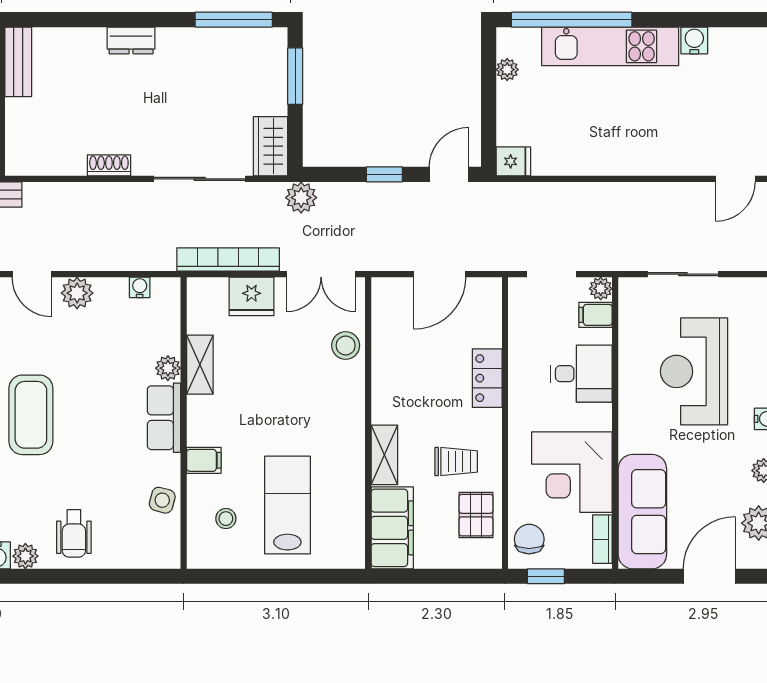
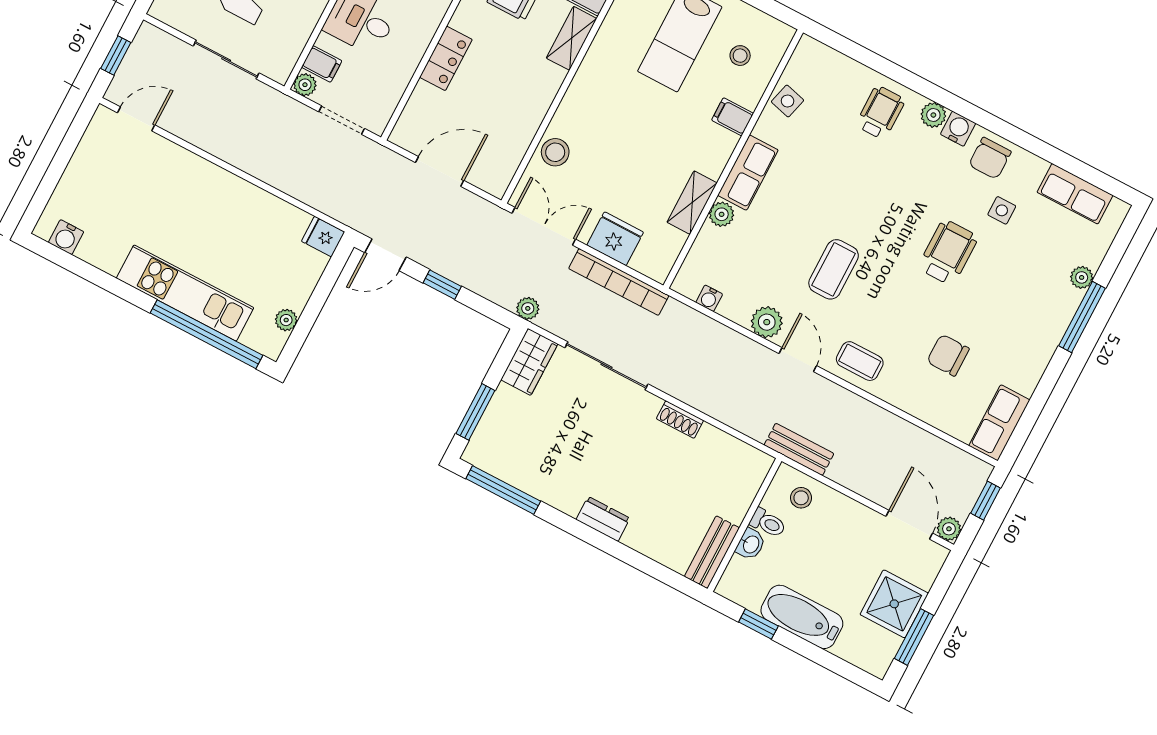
water cooler: (694, 40) -> (66, 237), moved
plant: (301, 198) -> (528, 308), width x0.73, depth x0.73
coffee table: (31, 415) -> (834, 269), moved, width x0.73, depth x0.76

